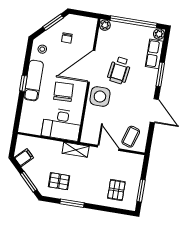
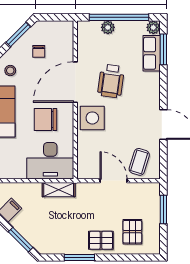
plant: (105, 25) -> (108, 27), moved
window: (160, 74) -> (163, 49), moved
chair: (63, 92) -> (46, 120), turned -88
shelving: (76, 150) -> (59, 190), moved
pallet: (59, 181) -> (101, 240), moved
window: (141, 191) -> (163, 209), moved

